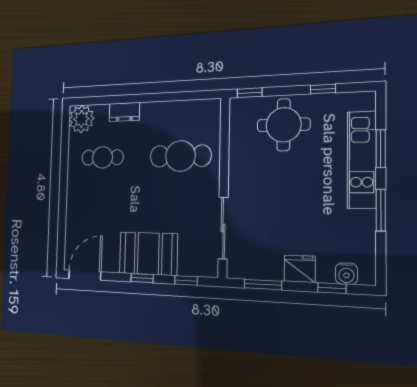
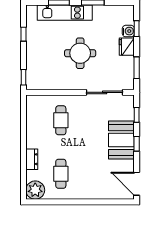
round table: (284, 125) -> (80, 53), moved
cafe table: (180, 156) -> (61, 120), width x0.73, depth x0.74
water cooler: (346, 274) -> (128, 31), moved

